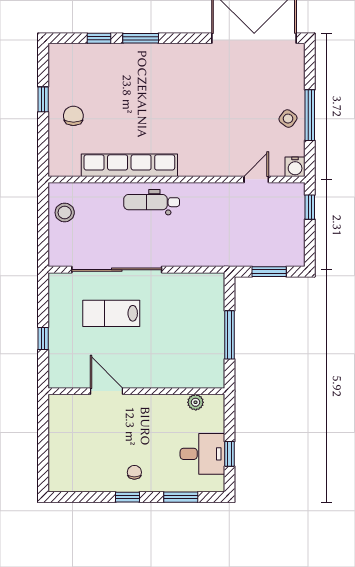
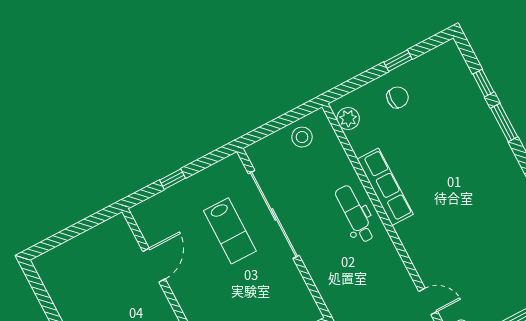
side table: (288, 119) -> (501, 301), removed
row of seats: (129, 165) -> (385, 187), width x0.73
plant: (69, 166) -> (348, 119), added
lab bench: (111, 313) -> (230, 231), turned 180

